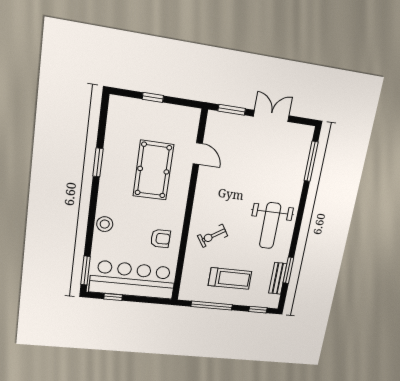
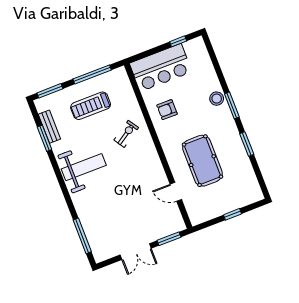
weight bench: (270, 226) -> (84, 167), turned 90
window: (86, 270) -> (232, 105), moved
bar counter: (133, 280) -> (161, 68), width x0.73
window: (258, 310) -> (50, 91), width x1.50

